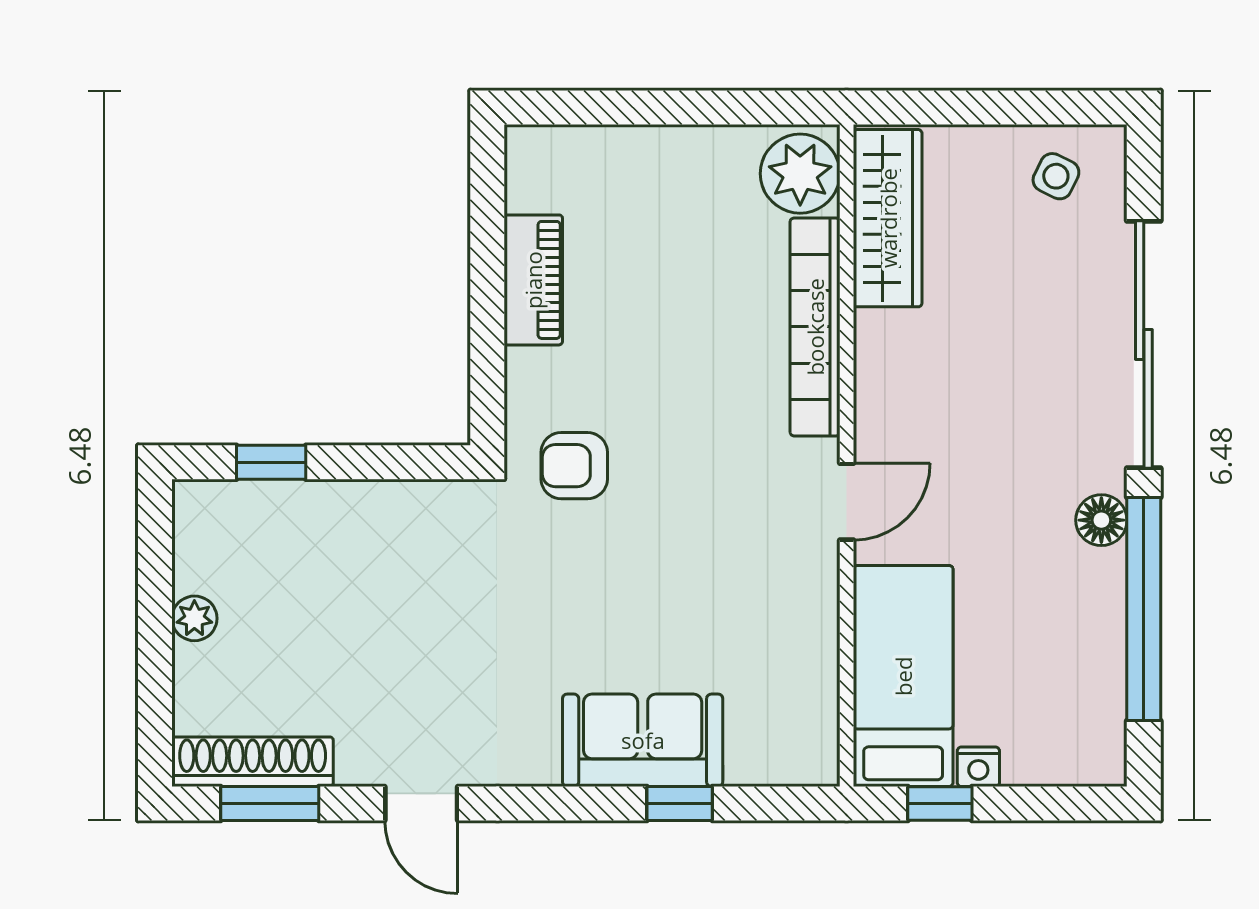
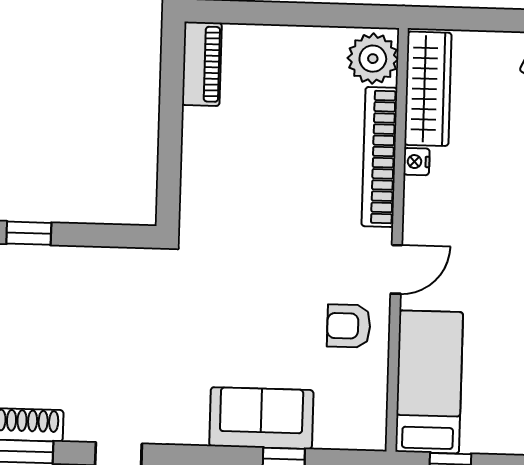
piano: (533, 280) -> (202, 64), moved
armchair: (574, 466) -> (349, 326), moved
nightstand: (978, 767) -> (417, 162), moved, turned 90

